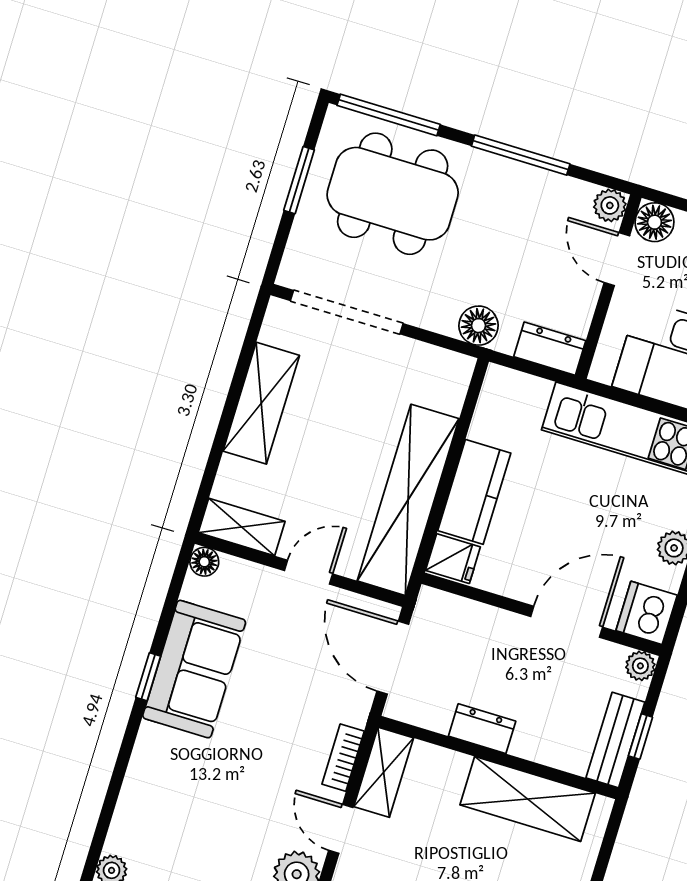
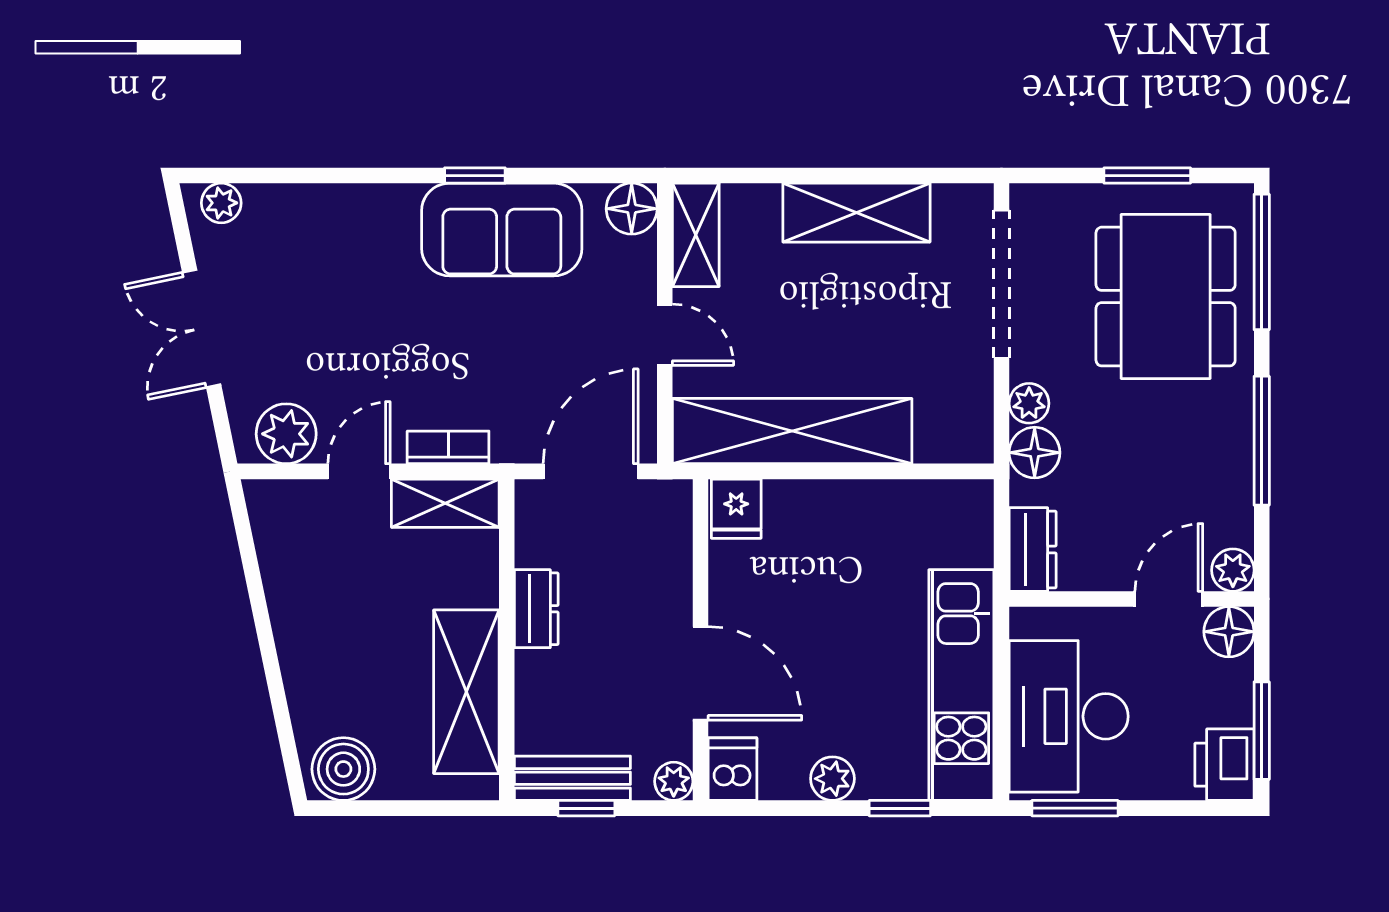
plant: (441, 319) -> (1029, 403), added
kitchen counter: (474, 492) -> (827, 510), removed
floor lamp: (204, 562) -> (632, 209), width x1.37, depth x1.37
dishwasher: (647, 613) -> (732, 769), width x0.73

